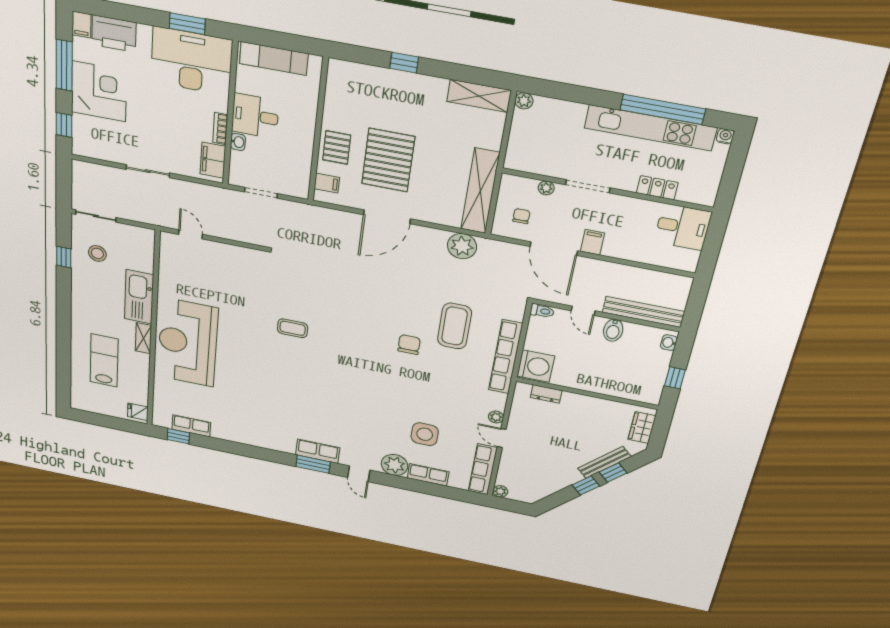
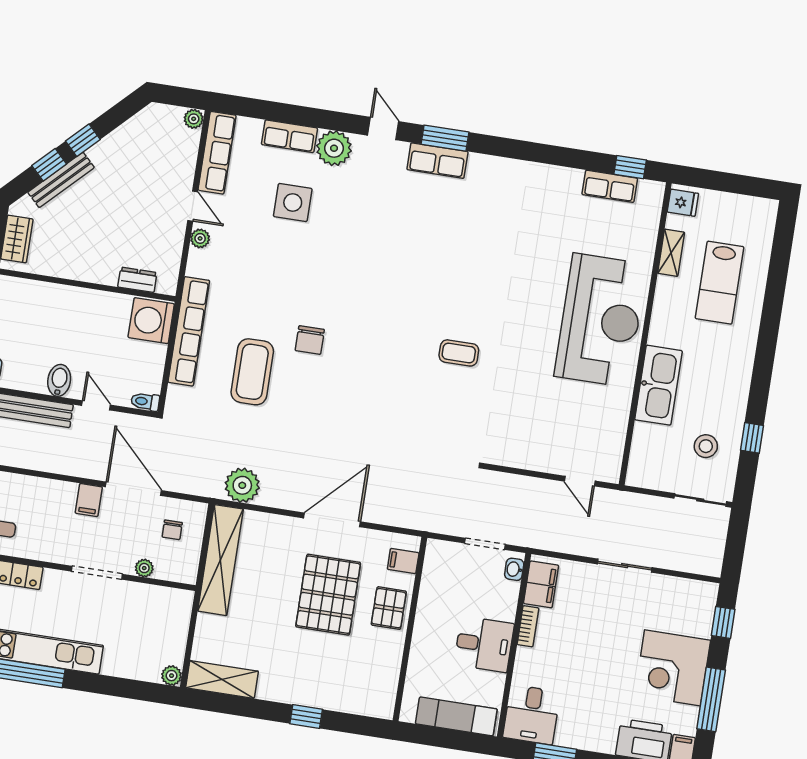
desk: (191, 61) -> (532, 715), width x0.53, depth x0.77
washbasin: (238, 142) -> (514, 569), moved
shelving: (143, 338) -> (671, 253), moved

